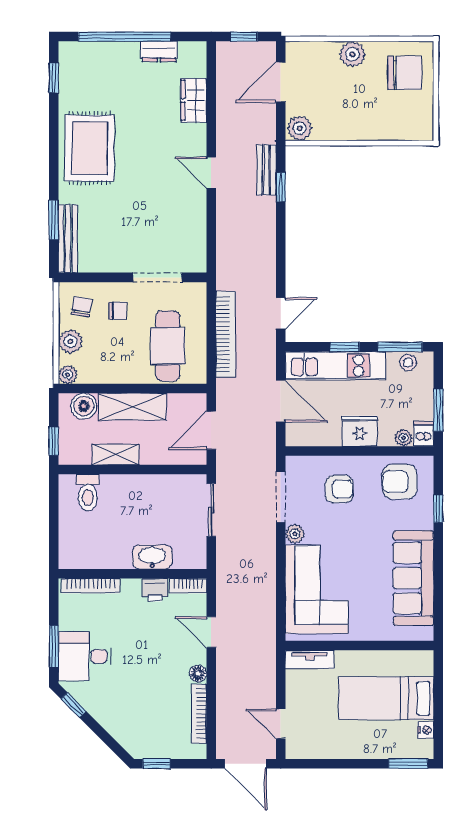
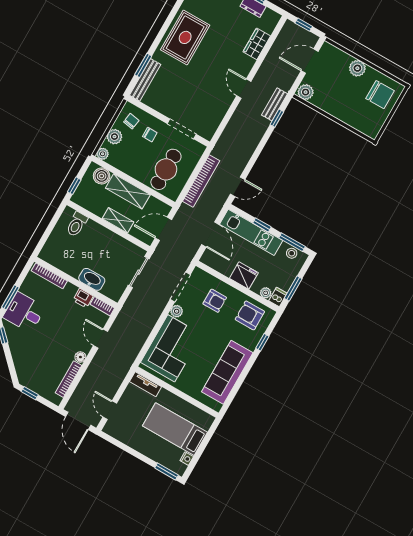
shelving: (116, 455) -> (118, 220), moved

